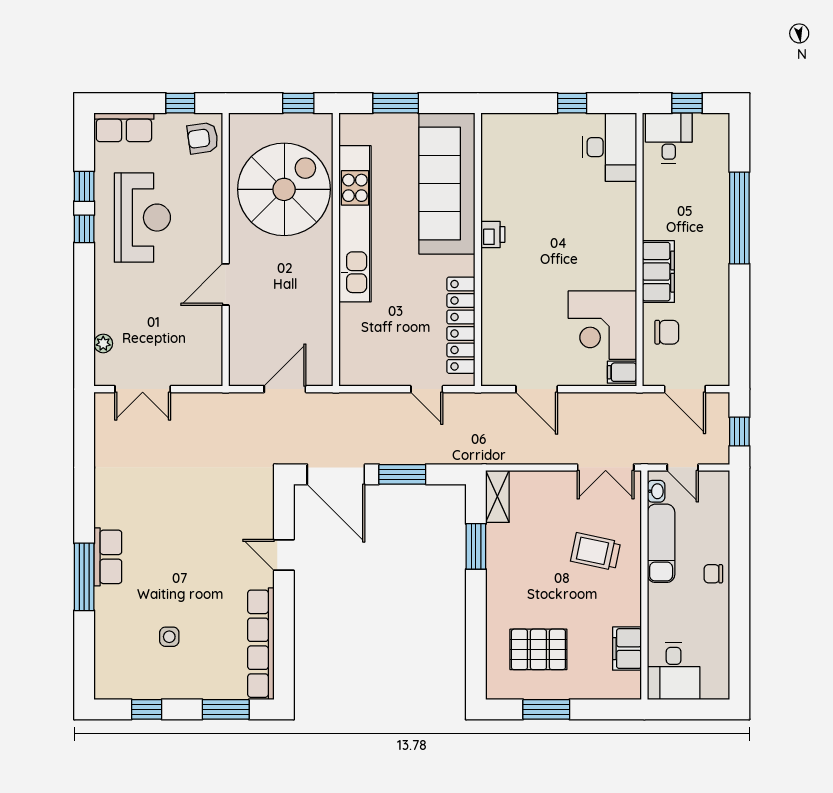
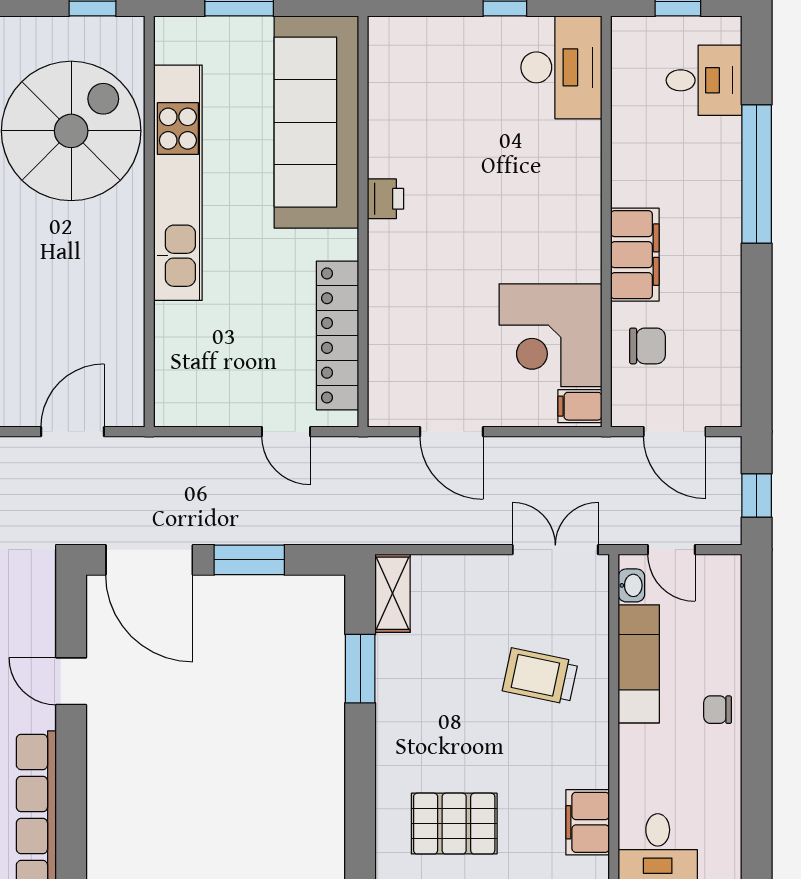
desk: (669, 138) -> (704, 80), moved, turned 90
double door: (606, 467) -> (555, 550), swing flipped

